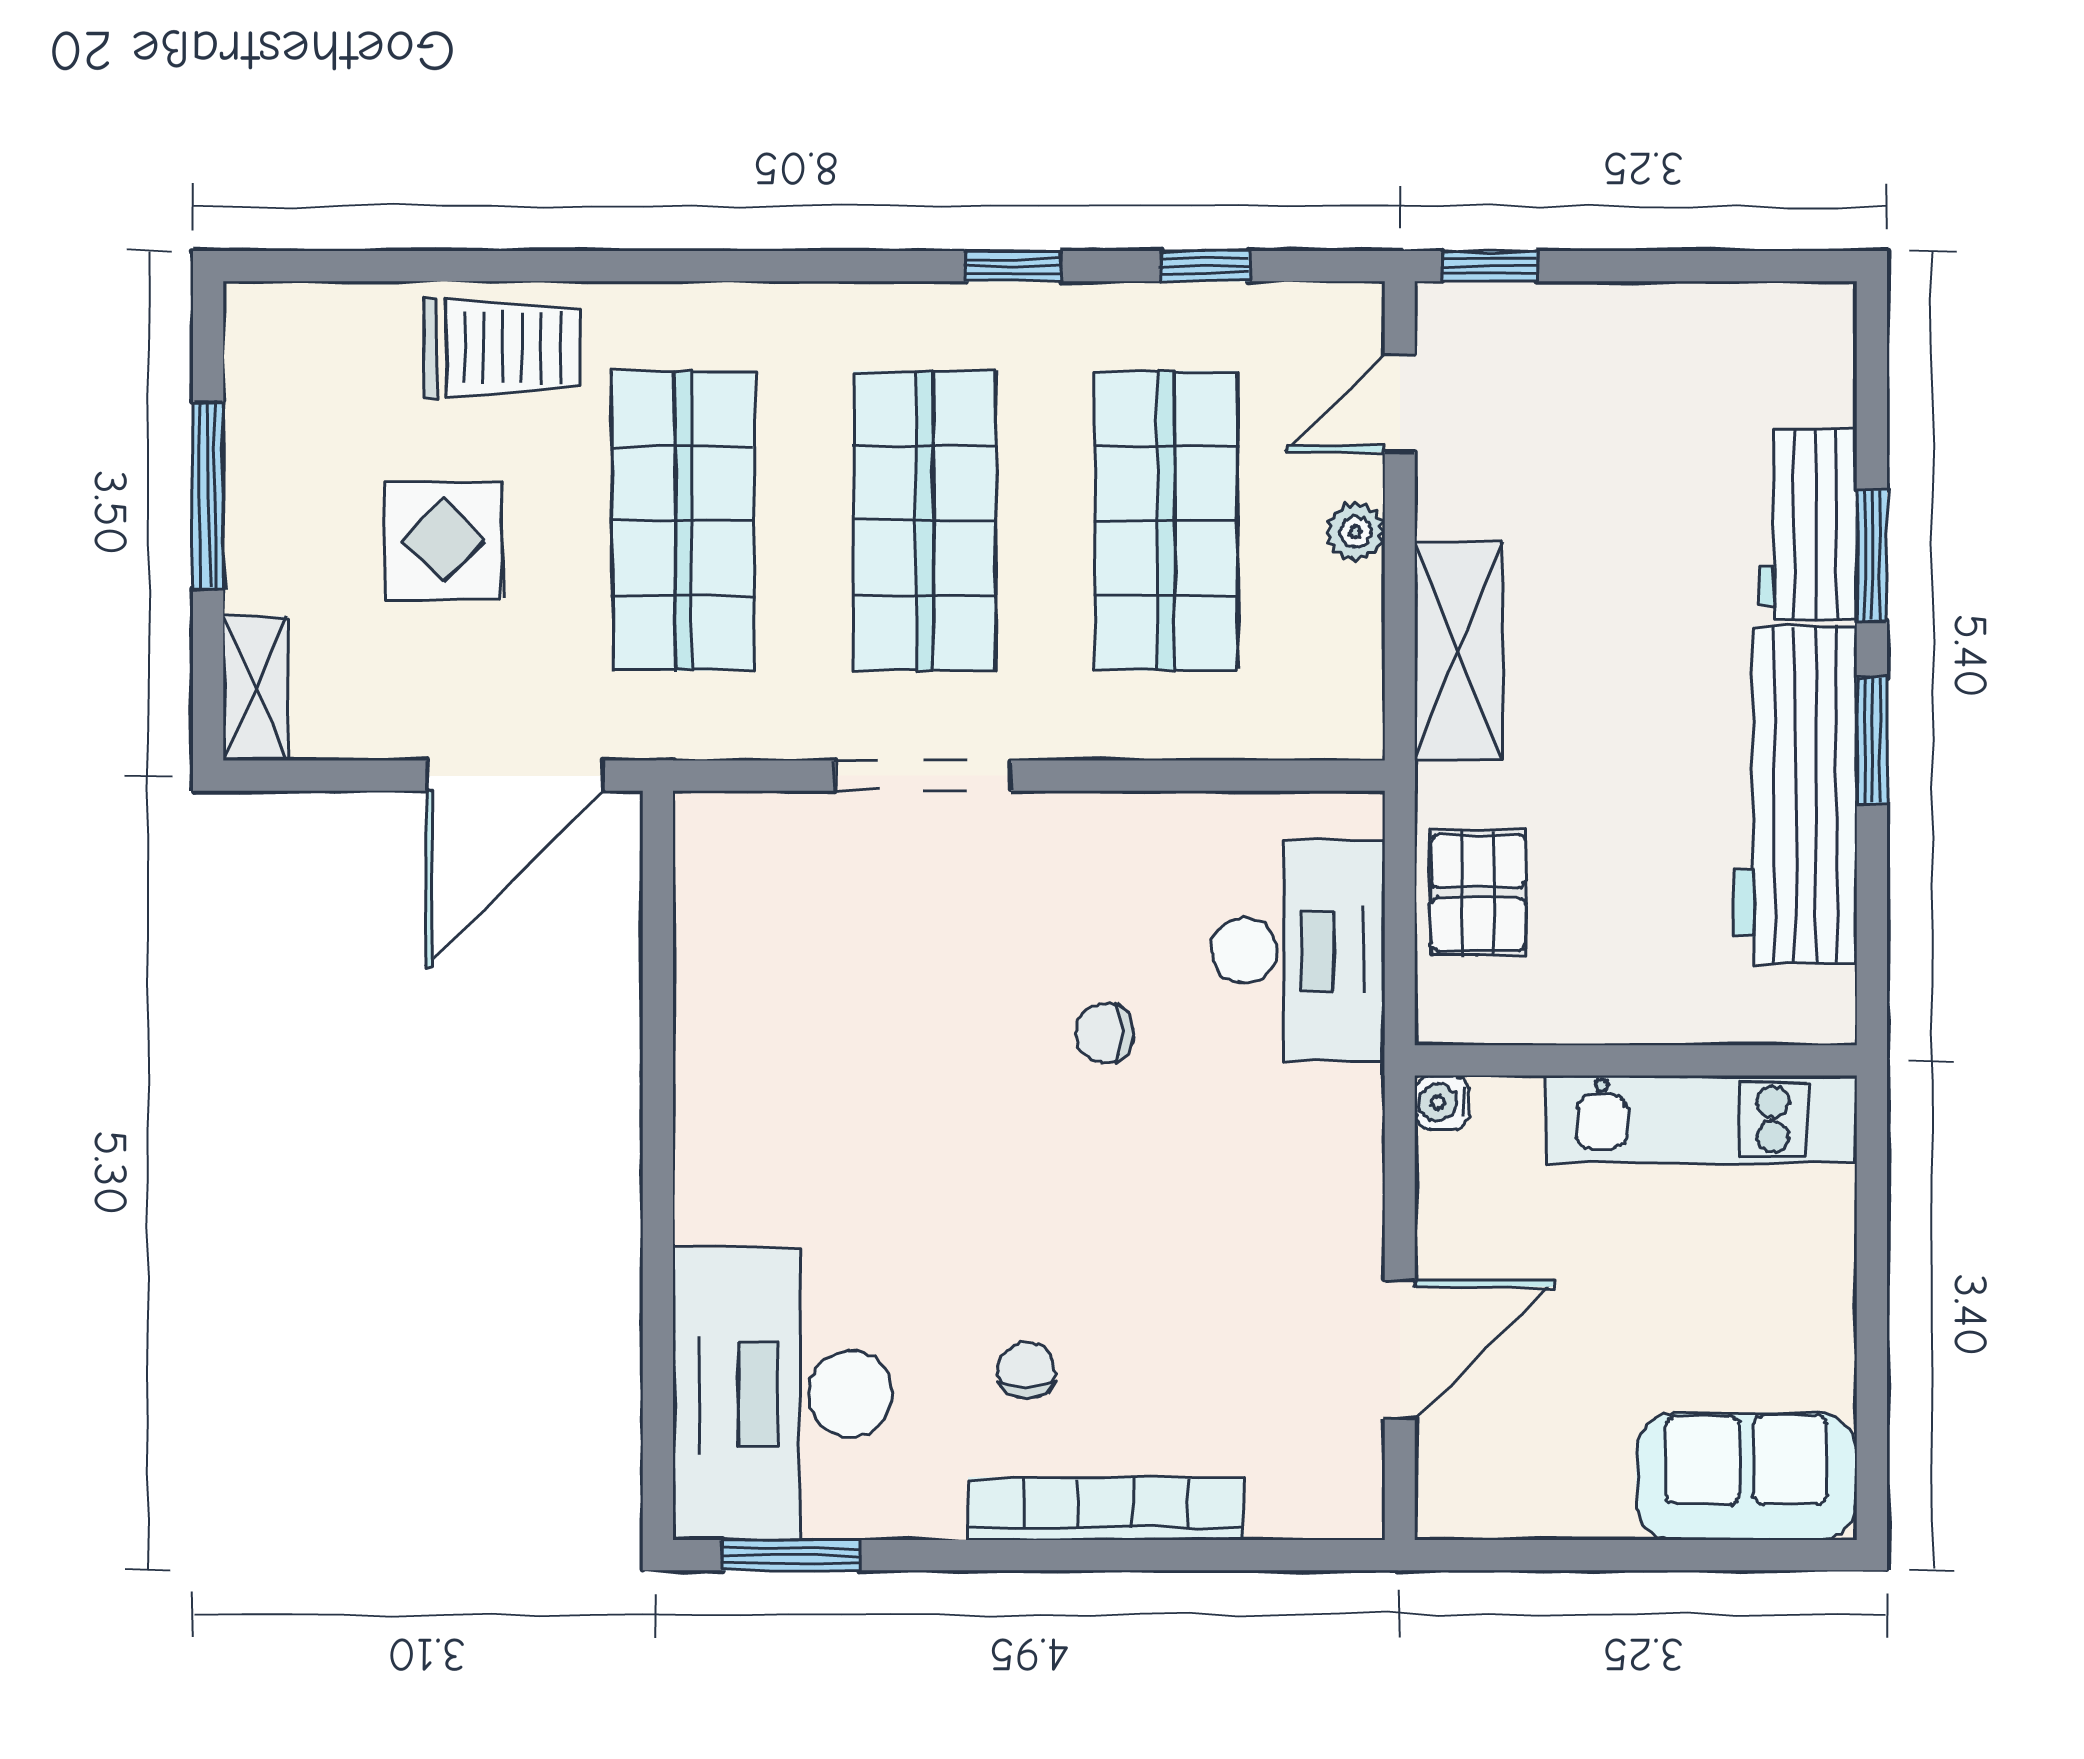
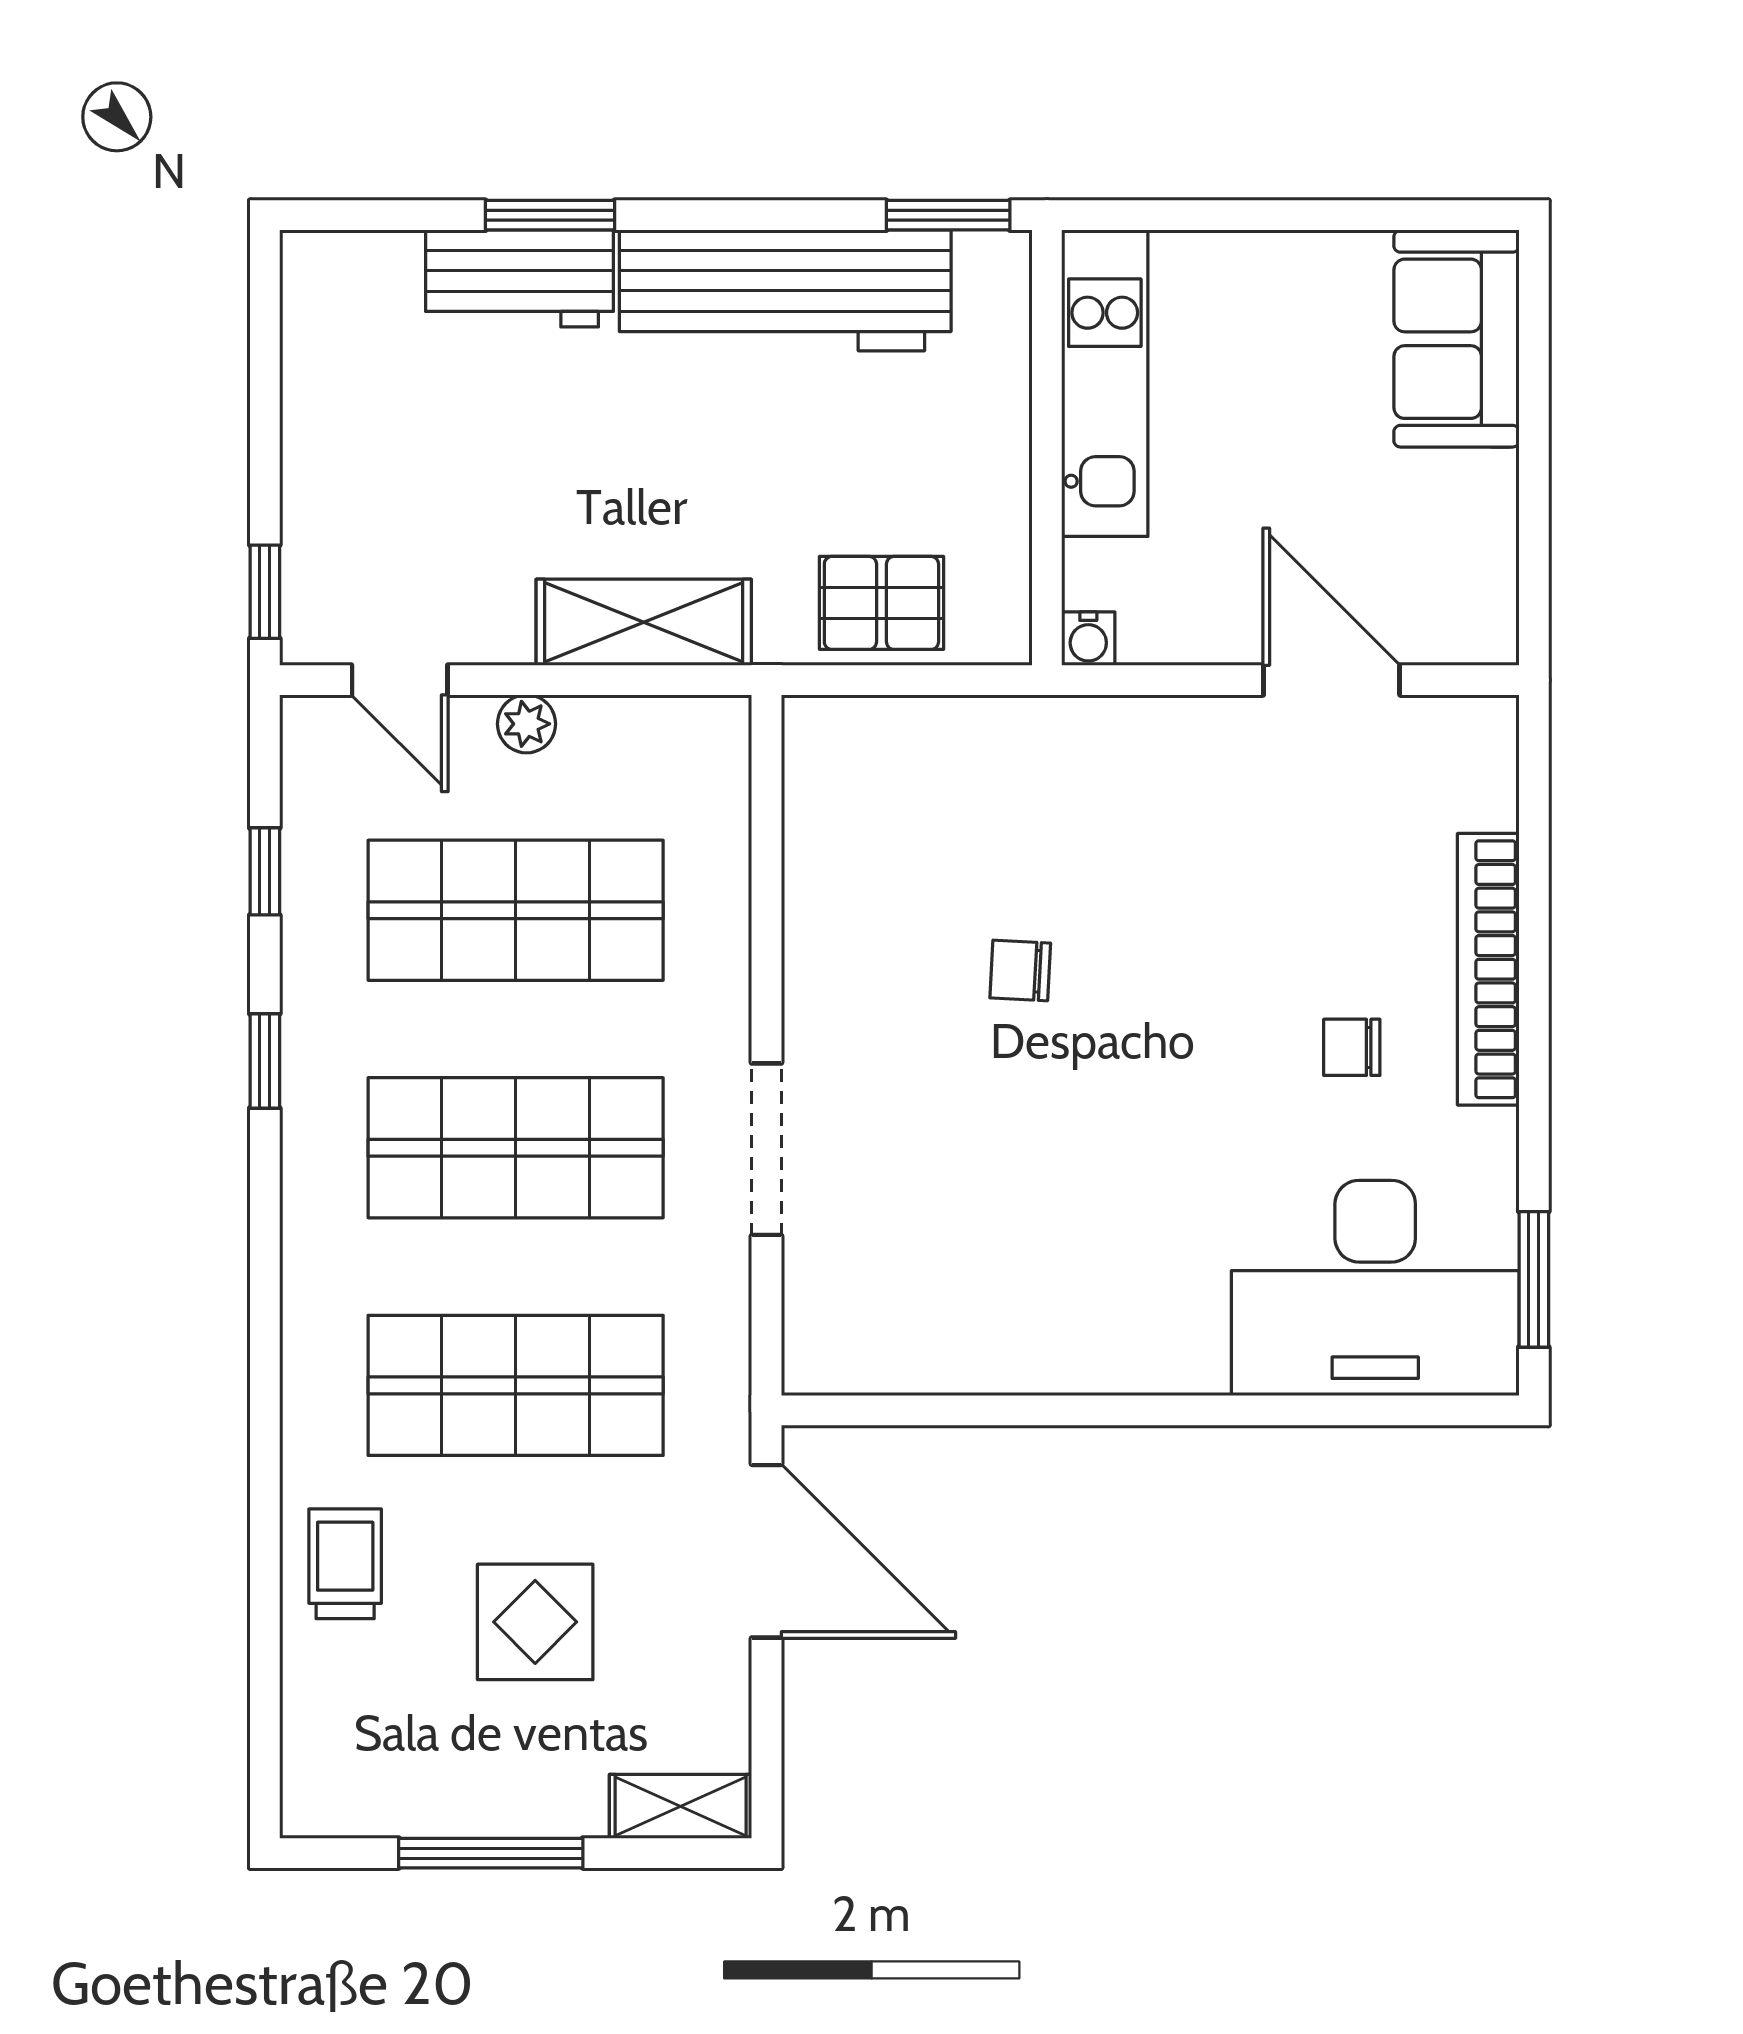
trolley: (502, 348) -> (345, 1564), width x0.73, depth x0.72
window: (1872, 740) -> (948, 215), moved
desk: (1298, 950) -> (939, 780), removed
chair: (1105, 1033) -> (1020, 970), turned 93

